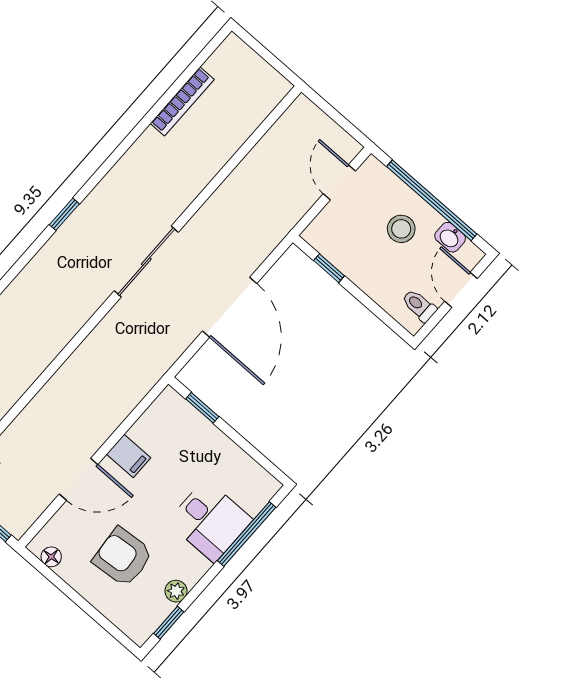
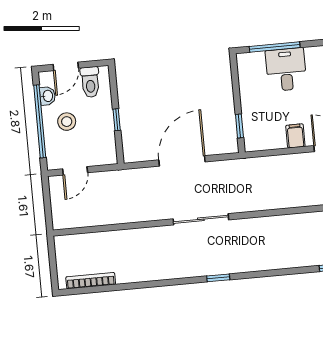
bookcase: (182, 101) -> (91, 281), moved
window: (329, 268) -> (117, 120), moved
toilet: (419, 305) -> (90, 82), width x1.37, depth x1.39

